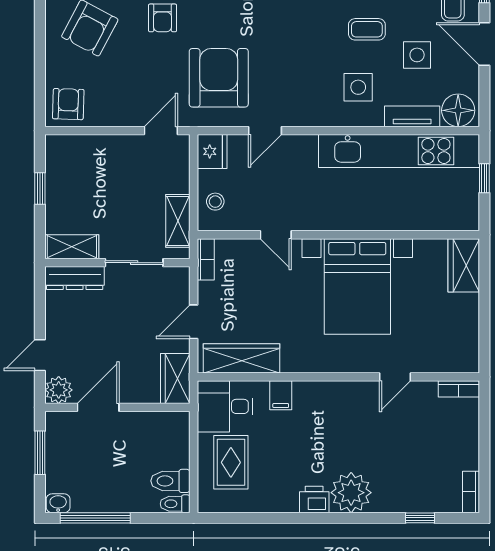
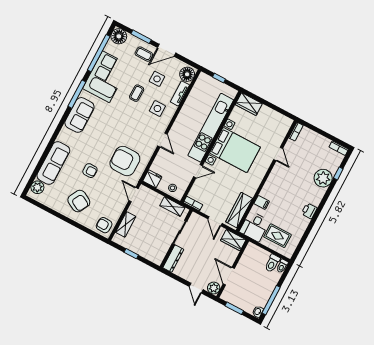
door: (265, 131) -> (162, 140), moved
kitchen unit: (399, 151) -> (211, 128), moved, turned 180
shelving: (72, 247) -> (126, 224), moved
plant: (351, 493) -> (323, 178), moved

